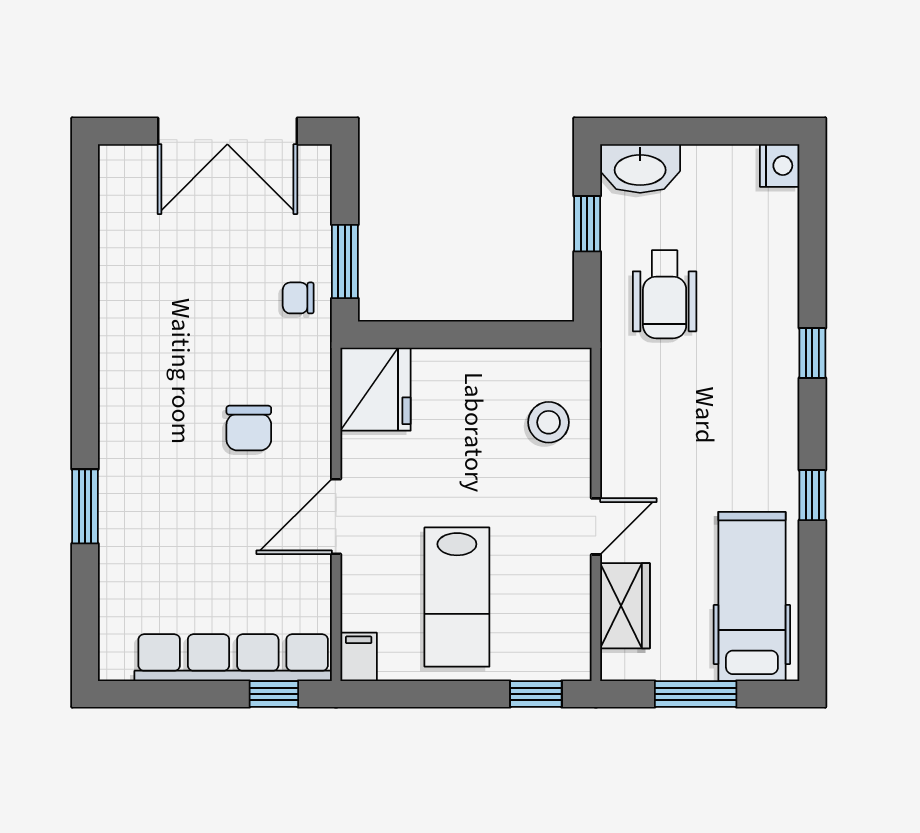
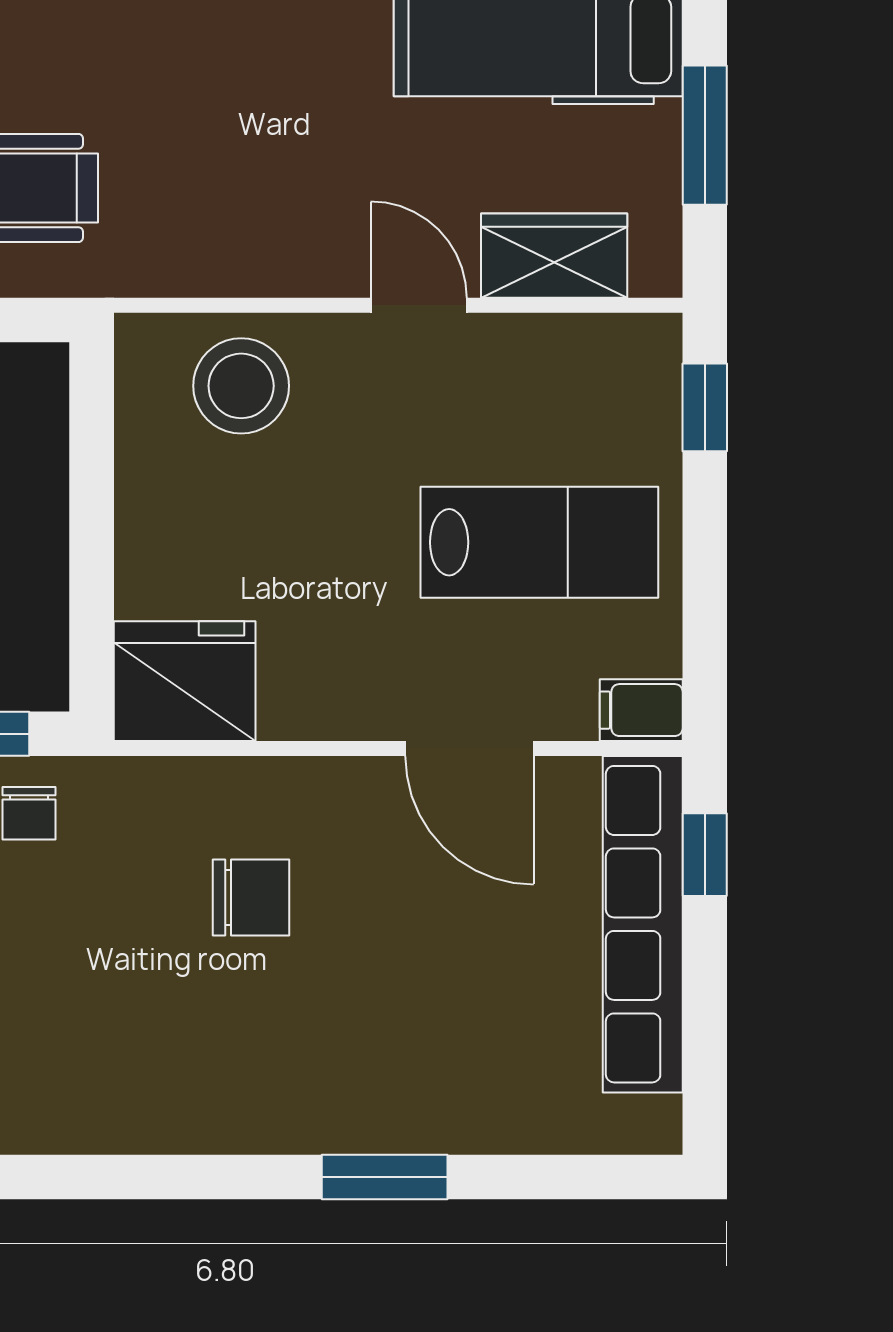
stool: (549, 422) -> (241, 386), width x1.38, depth x1.38
door: (336, 517) -> (469, 748), moved

